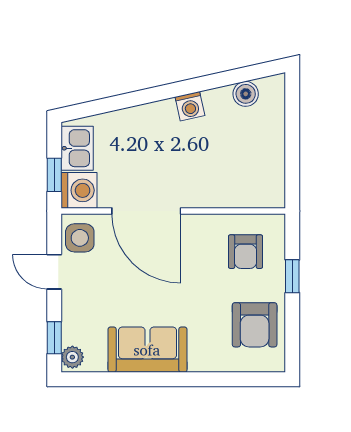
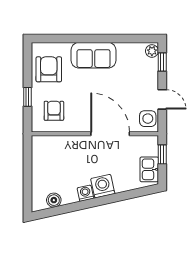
washing machine: (79, 190) -> (103, 186), moved, turned 77
sofa: (147, 350) -> (94, 55), moved

